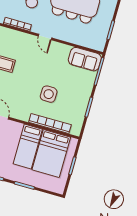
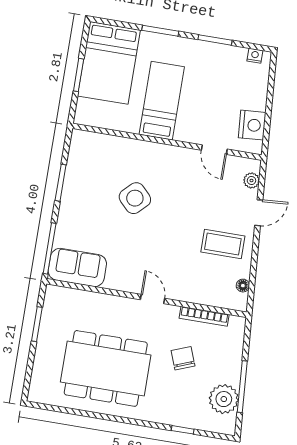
side table: (49, 94) -> (135, 198), turned 45
bookcase: (50, 124) -> (127, 146), removed
bed: (51, 154) -> (109, 63), moved, turned 180

